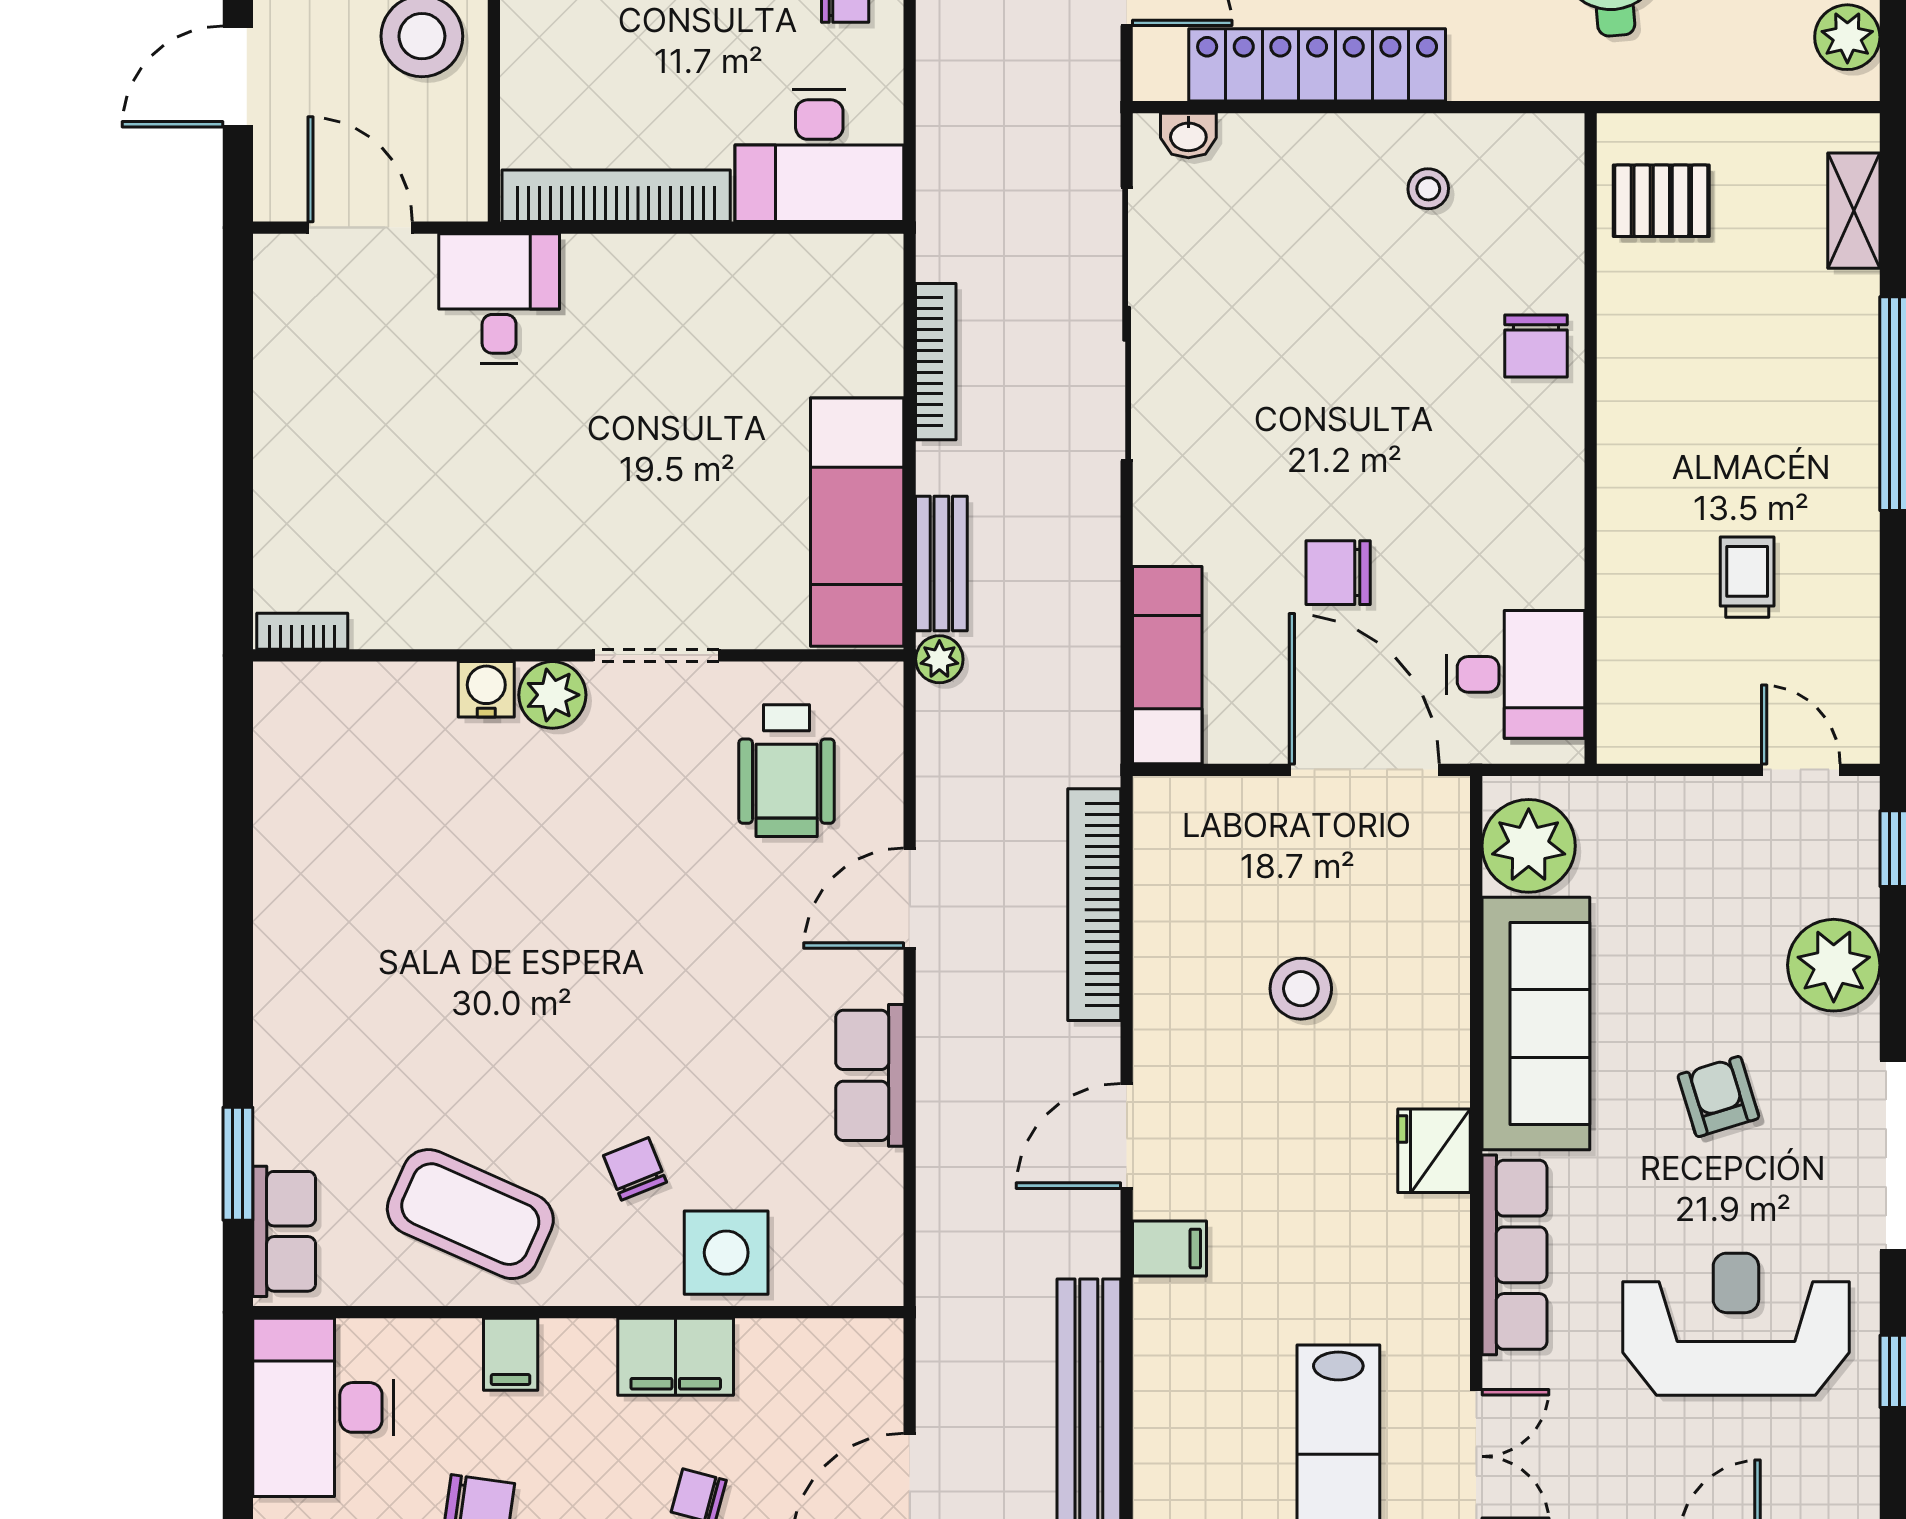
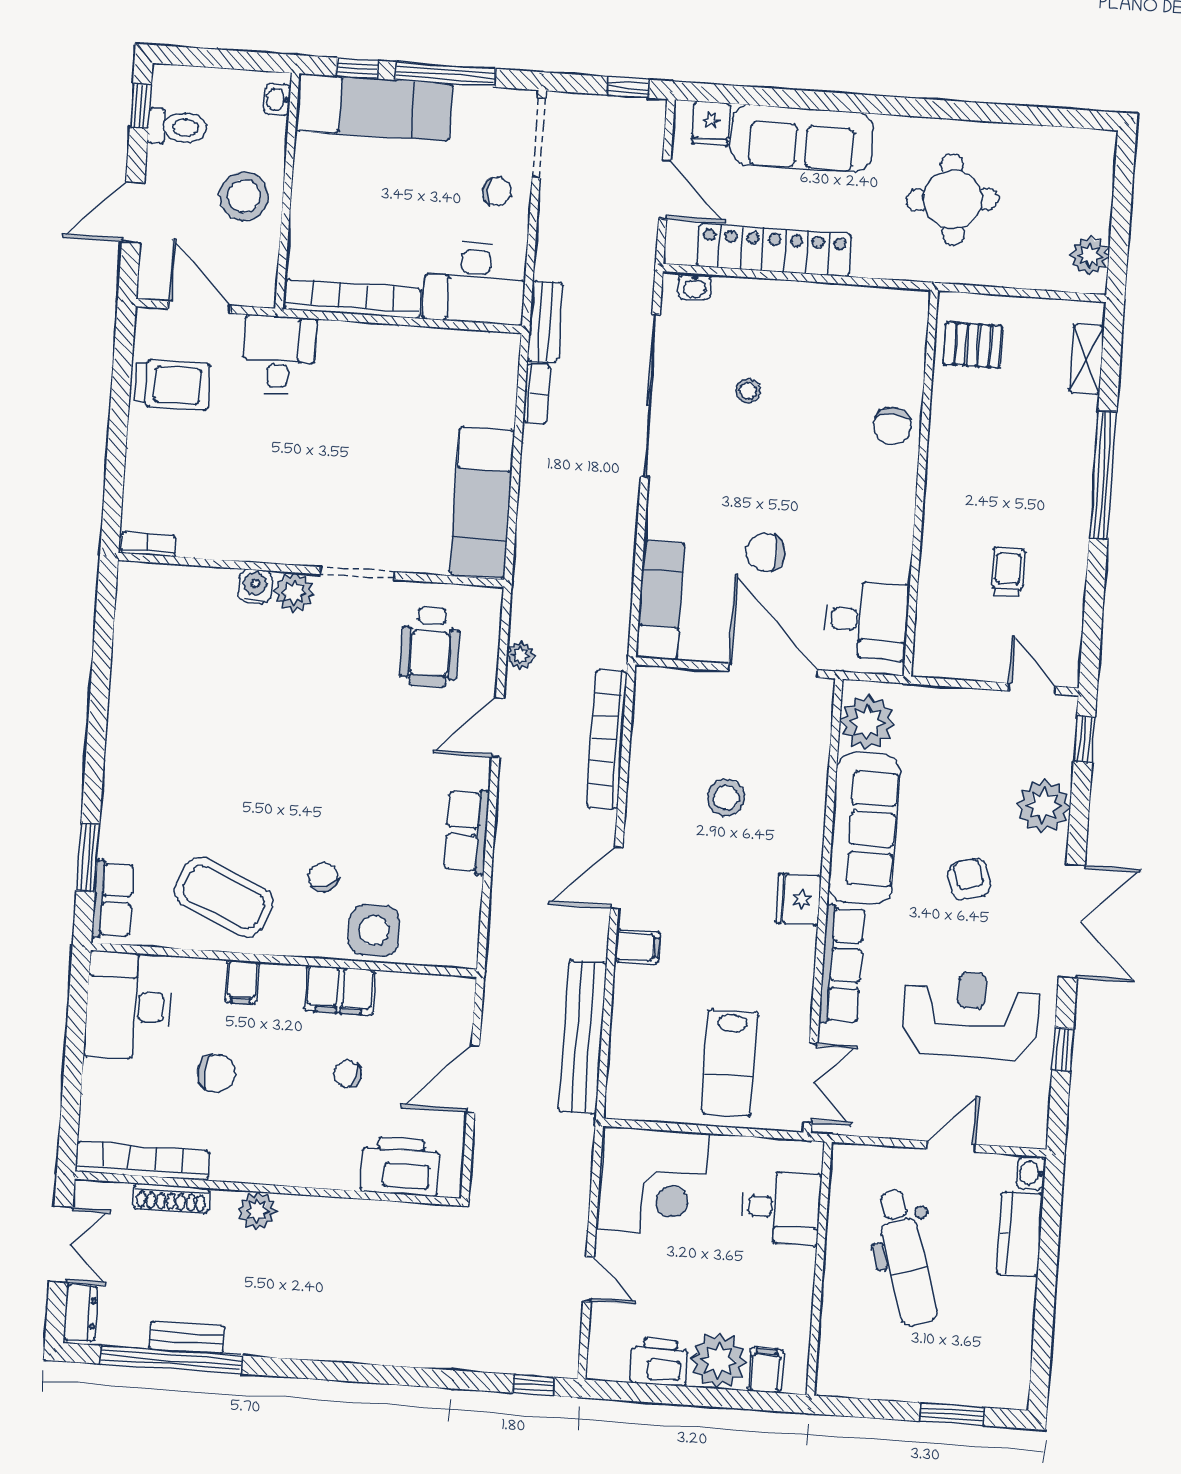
stool: (1428, 189) -> (748, 391), moved
trolley: (324, 361) -> (172, 385), added
bookcase: (936, 362) -> (537, 394), width x0.64
bench: (941, 564) -> (545, 321), moved
plant: (939, 659) -> (520, 655), moved

